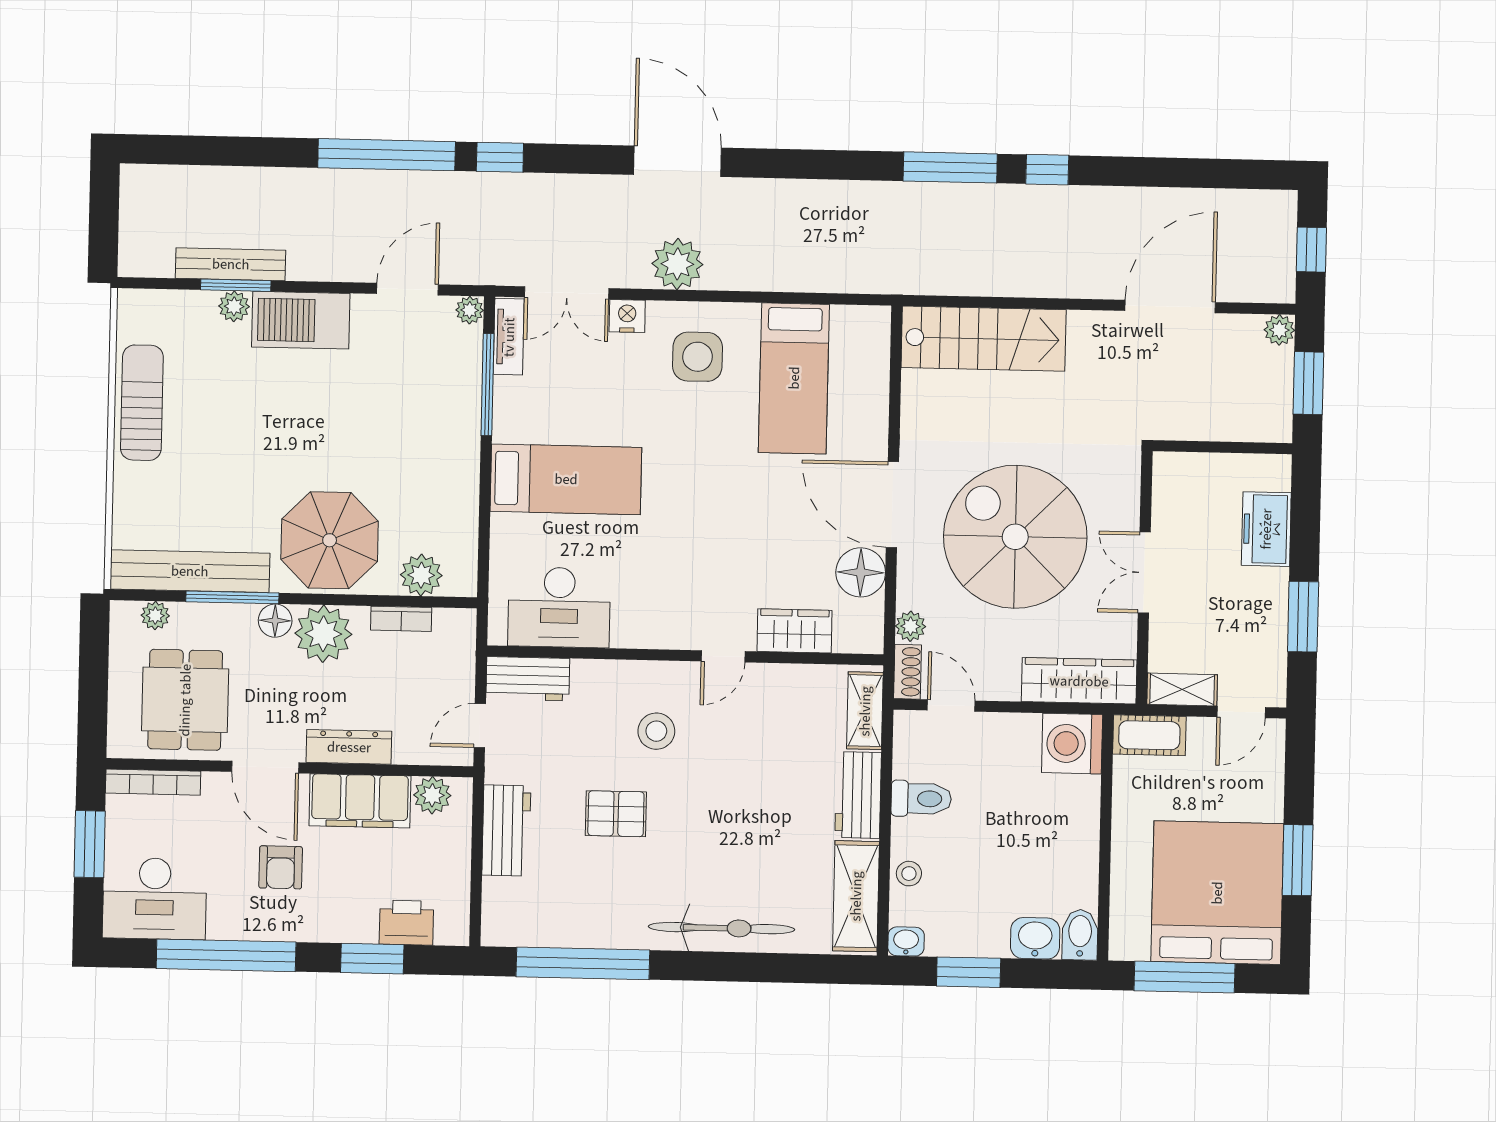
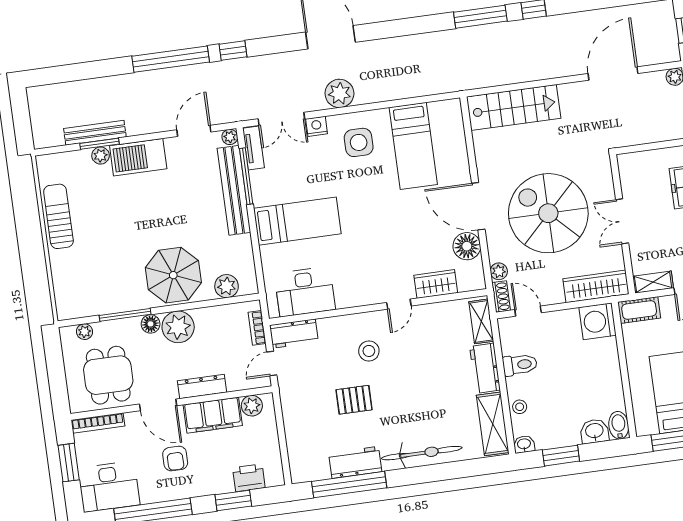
bench: (190, 571) -> (234, 190), moved, turned 90
bookcase: (401, 619) -> (257, 328), moved, turned 90
workbench: (506, 830) -> (355, 462), moved, turned -90

